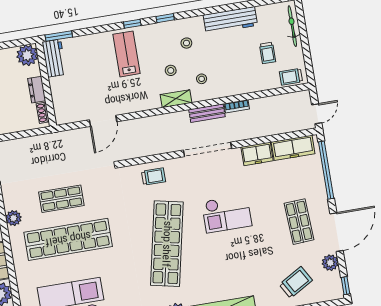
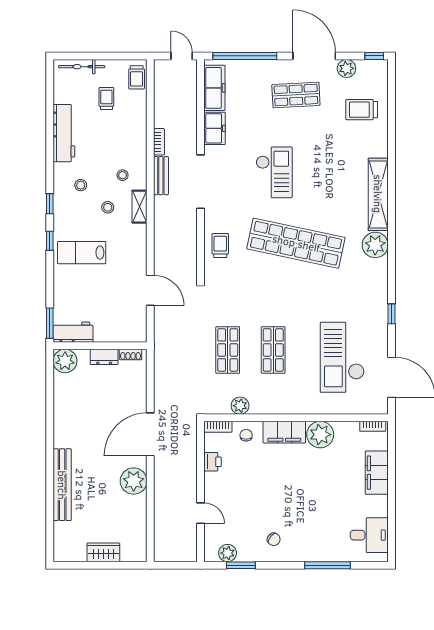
trolley: (268, 53) -> (106, 99), turned -90
shop shelf: (68, 239) -> (273, 350), width x0.50, depth x0.74
trolley: (296, 282) -> (362, 110), turned -60

